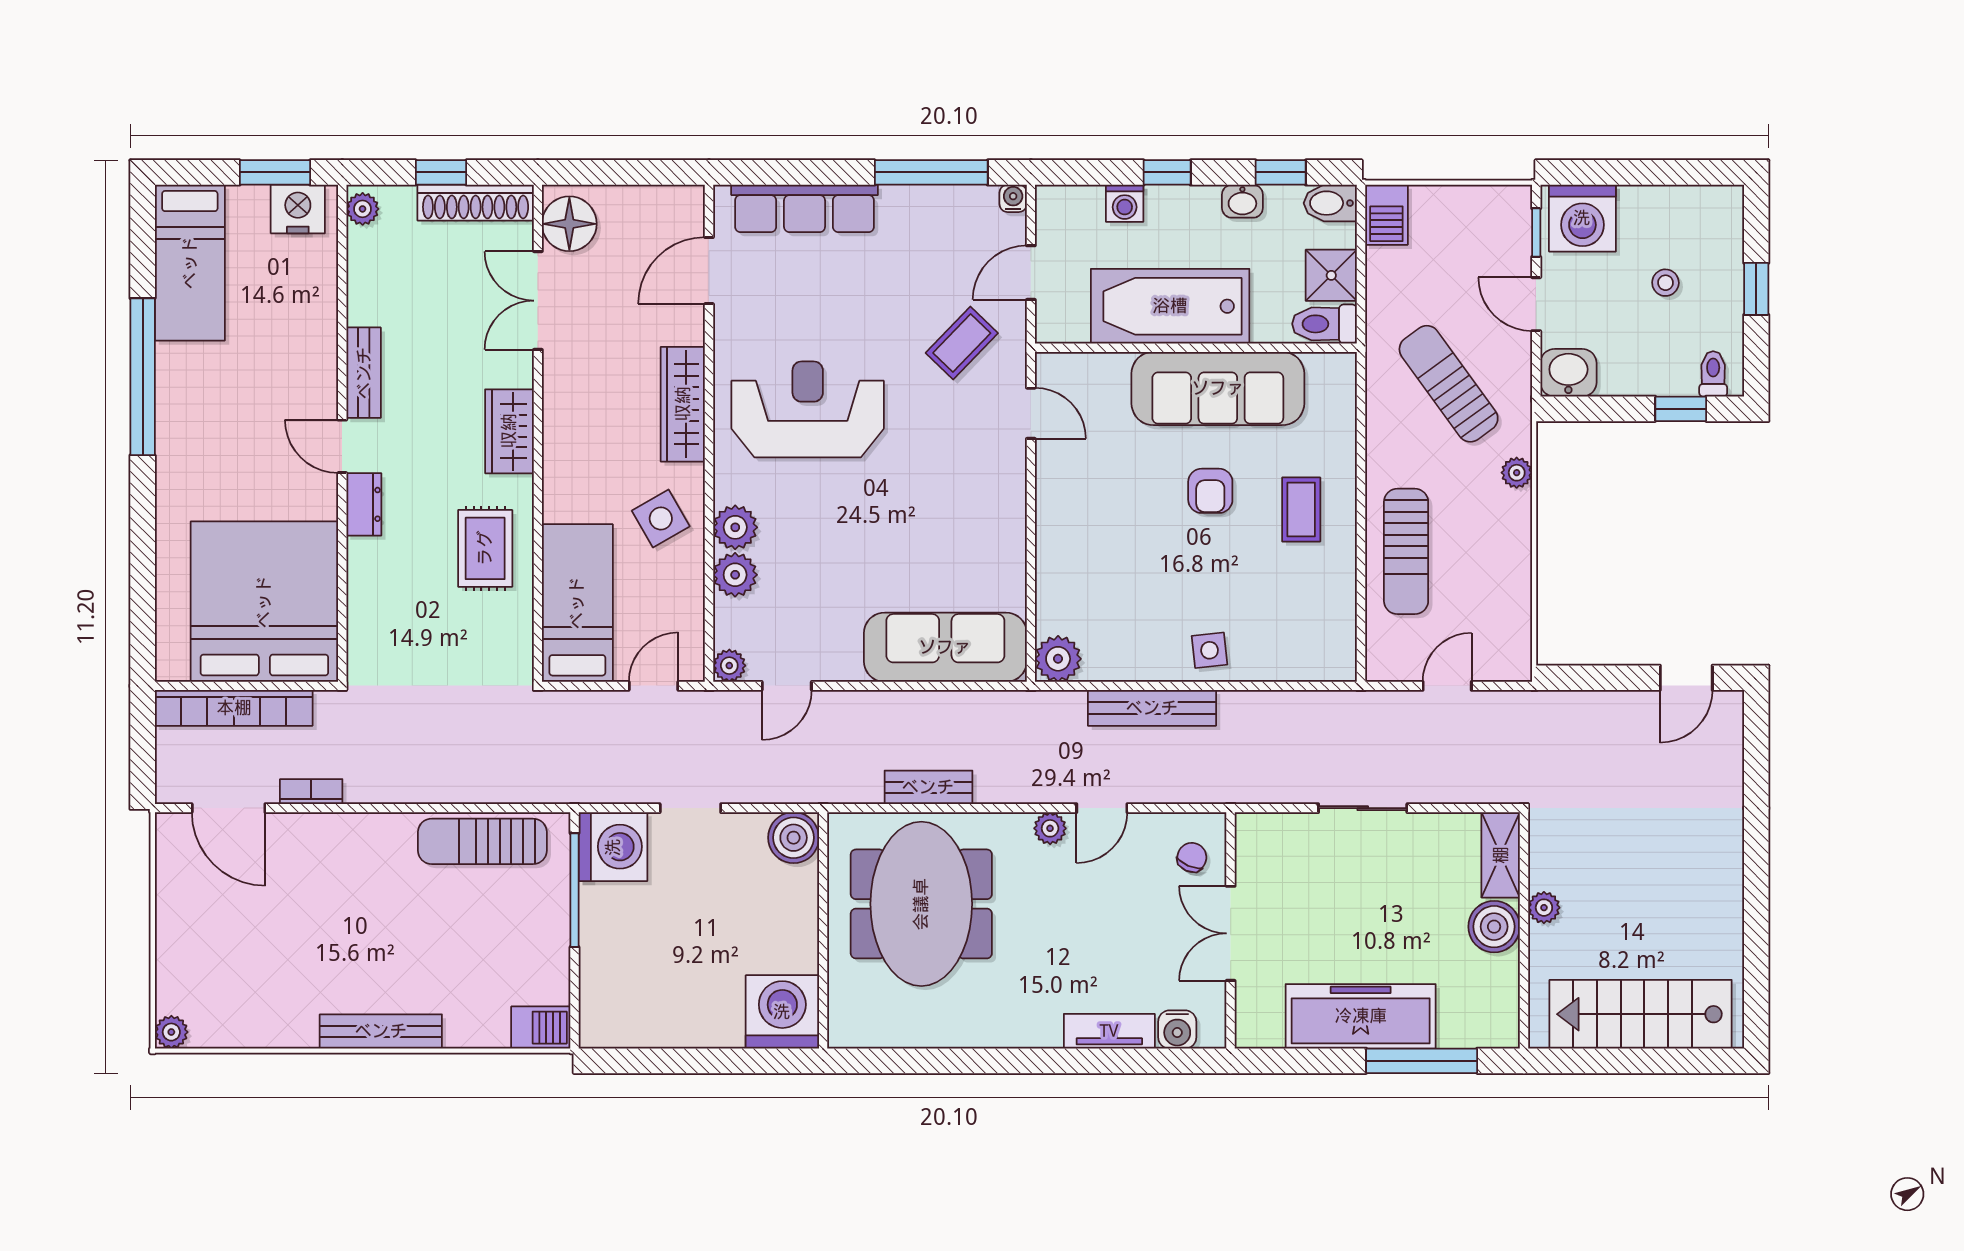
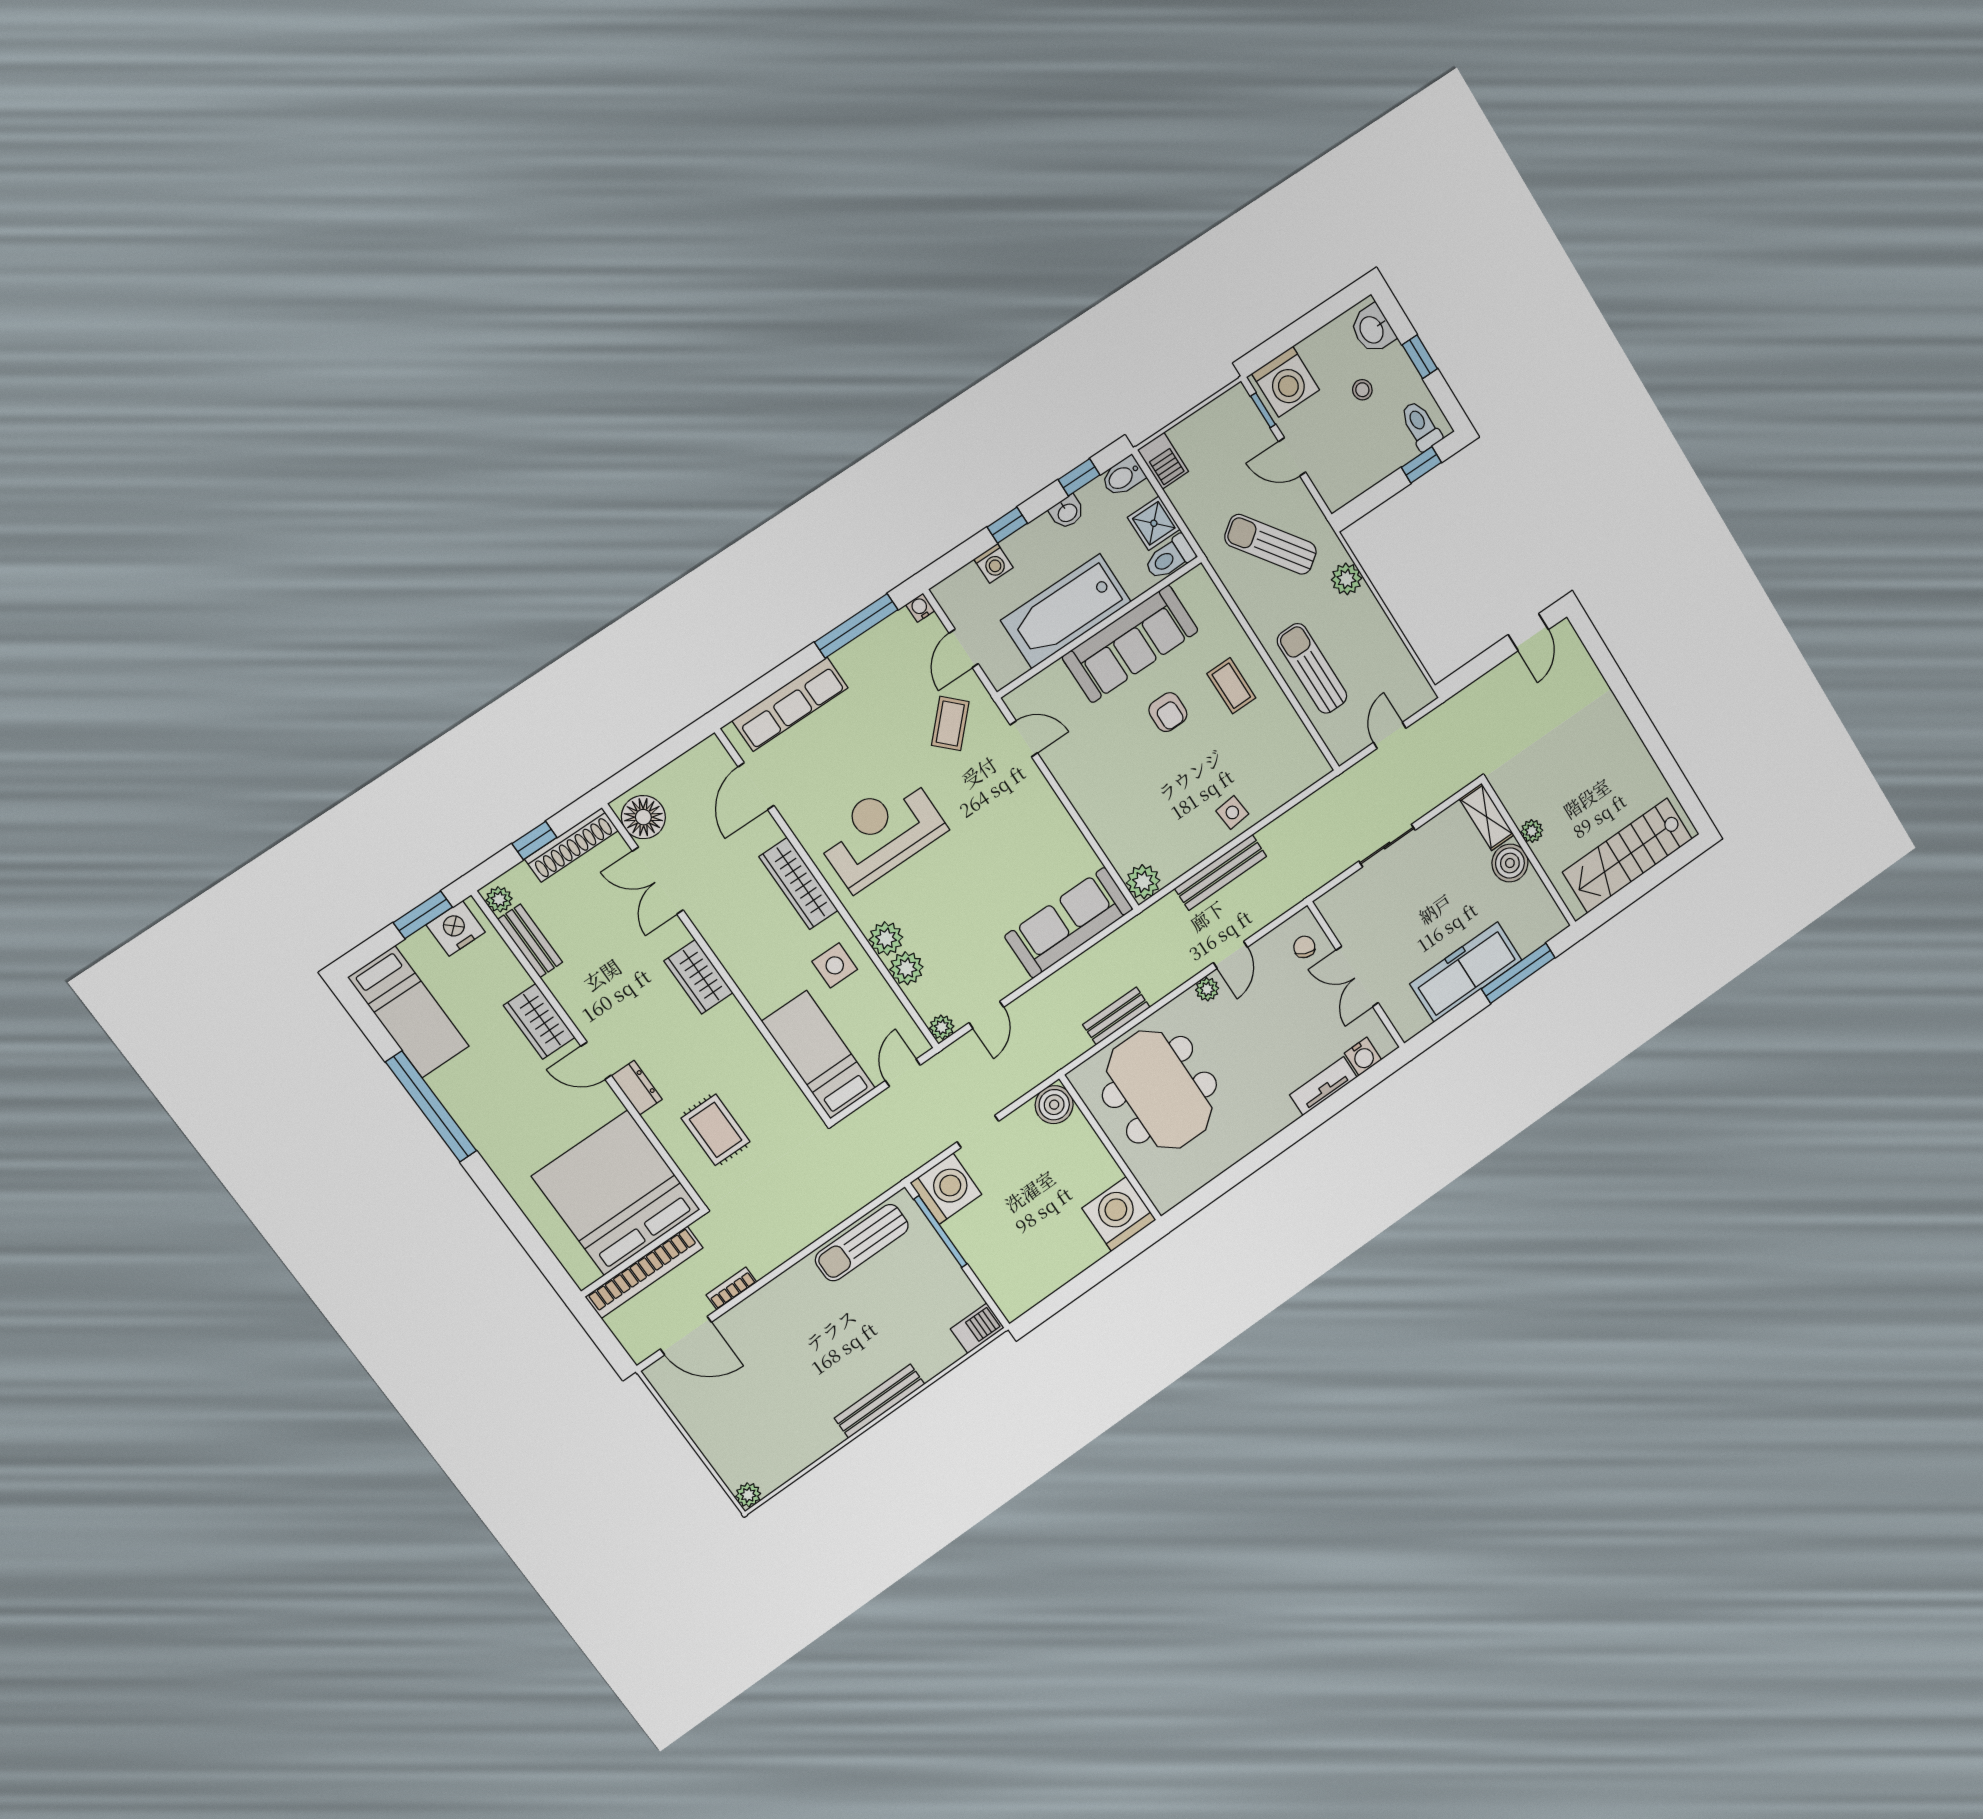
wardrobe: (314, 364) -> (539, 1021), added
bench: (364, 373) -> (530, 941), moved
washbasin: (1568, 373) -> (1372, 329), moved, turned -90
toilet: (1713, 374) -> (1421, 426), width x1.37, depth x1.39
plant: (1517, 473) -> (1346, 579), width x1.38, depth x1.38
side table: (661, 518) -> (835, 965), turned 30
rug: (485, 548) -> (716, 1130), moved
sun lounger: (1406, 551) -> (1312, 668), turned 180

